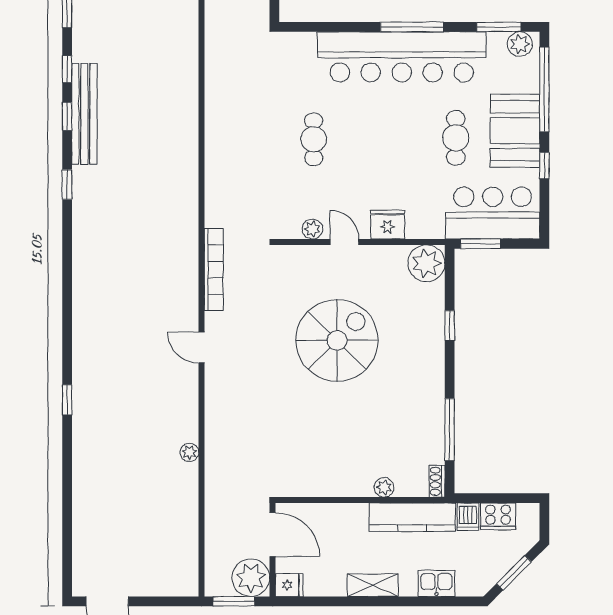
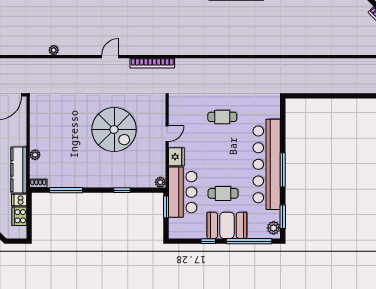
bar counter: (493, 213) -> (183, 192), moved
plant: (312, 229) -> (174, 116), removed
plant: (426, 263) -> (160, 182), width x0.53, depth x0.53

